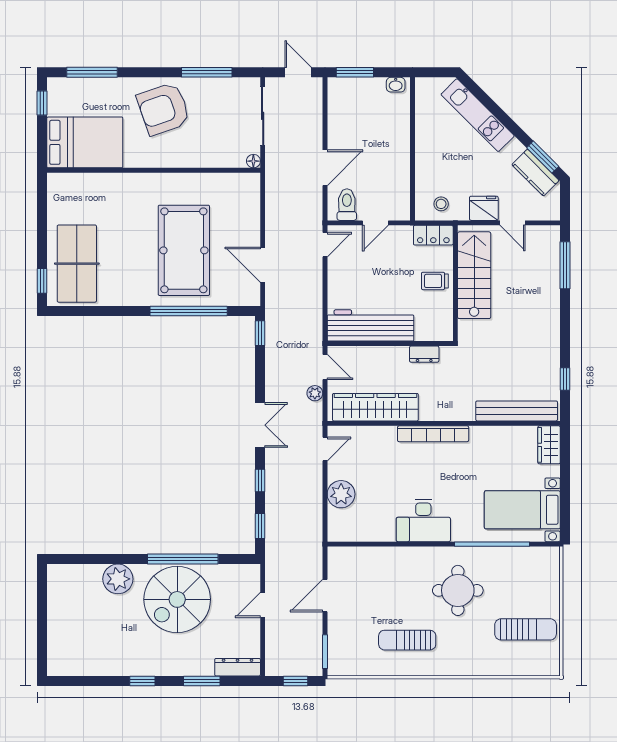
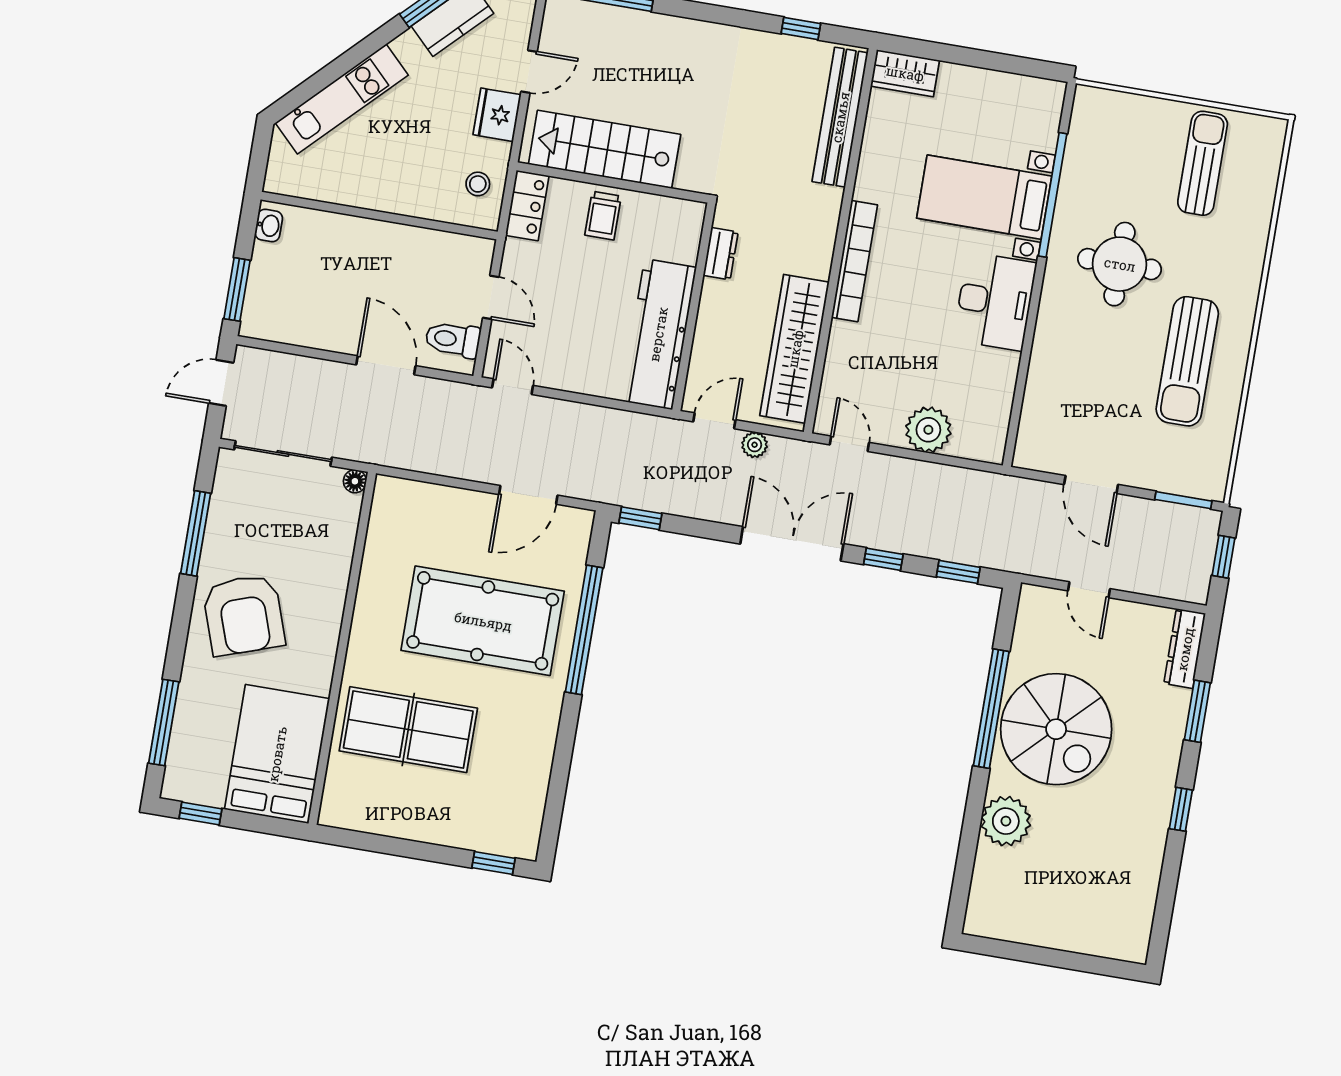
table tennis table: (77, 264) -> (408, 730), moved
double door: (260, 425) -> (792, 544), width x1.37
bed with nightstands: (522, 510) -> (984, 197), moved, turned 90
sun lounger: (407, 640) -> (1187, 361), width x1.36, depth x1.34

